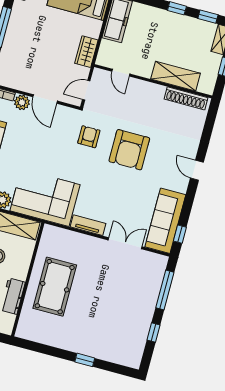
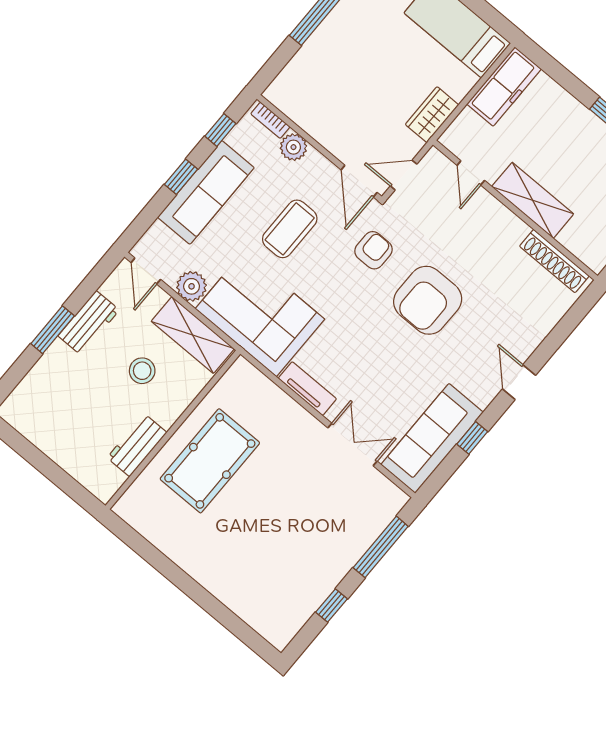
shelving: (176, 76) -> (533, 200), moved
door: (45, 99) -> (359, 181), moved
coffee table: (40, 146) -> (290, 229), added
window: (180, 234) -> (472, 438), moved
window: (85, 360) -> (203, 598), removed

